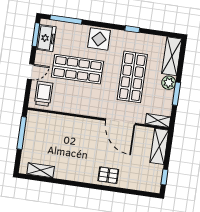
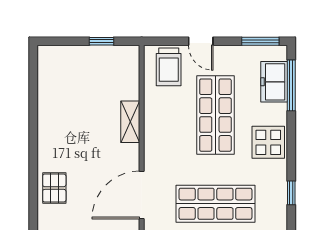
freezer: (46, 38) -> (274, 82), moved, turned 90
trolley: (44, 94) -> (169, 67), turned 90
window: (22, 133) -> (101, 41), width x0.46
shelving: (41, 170) -> (130, 122), moved

